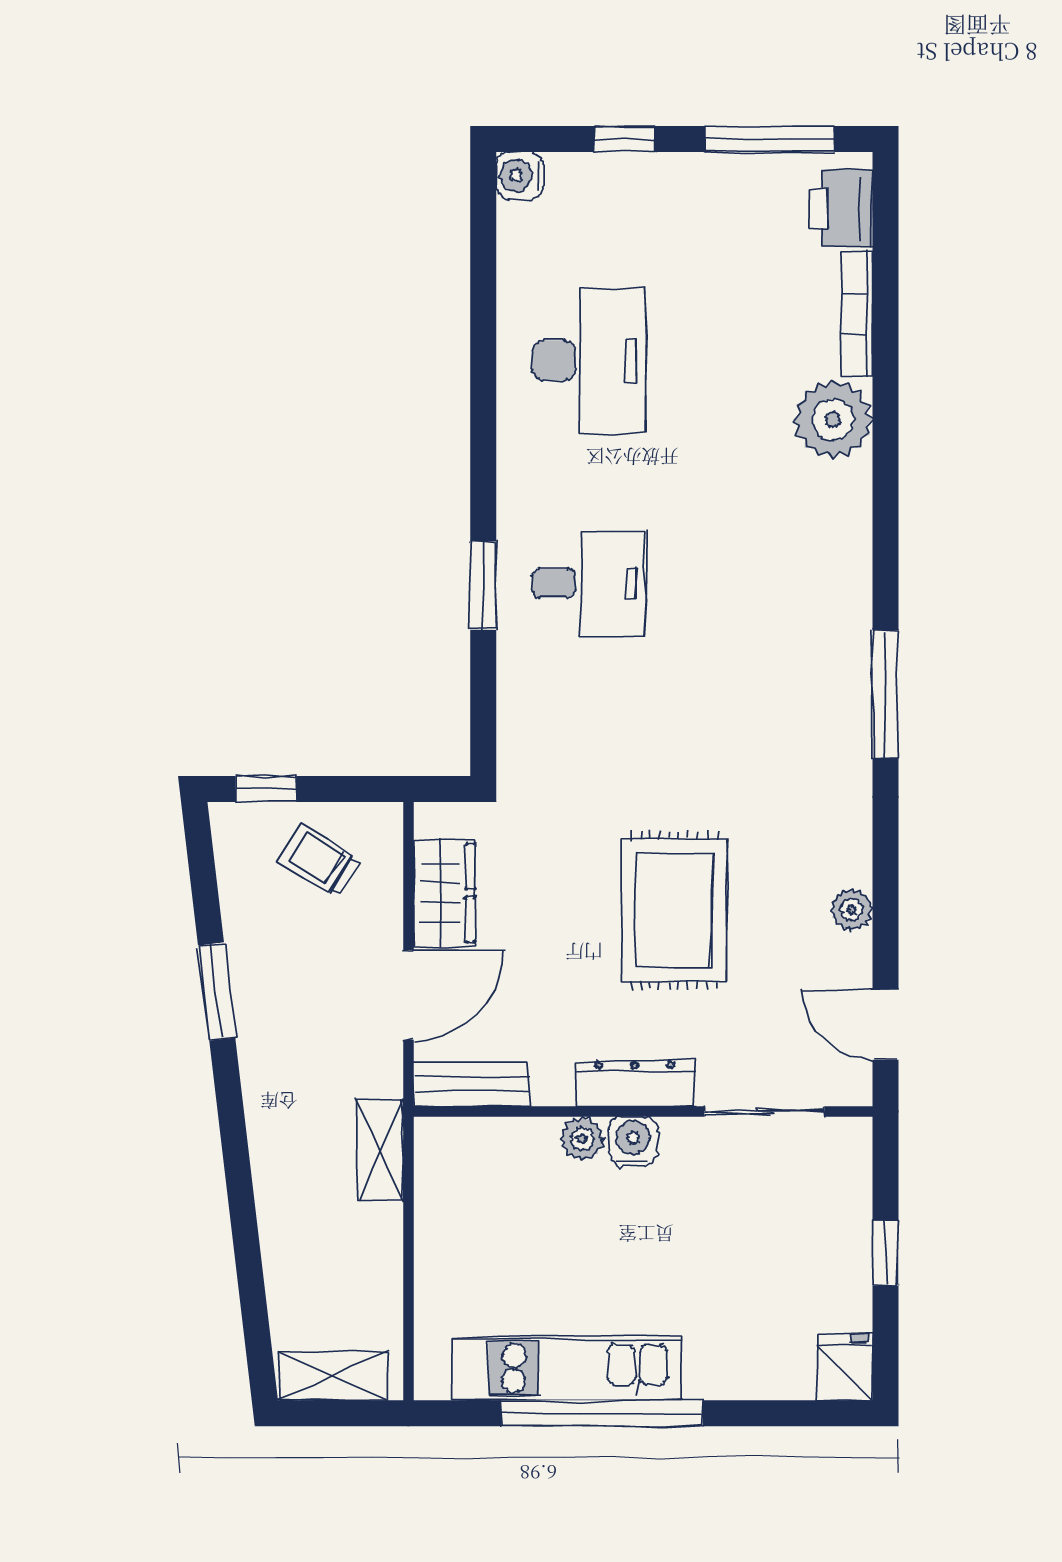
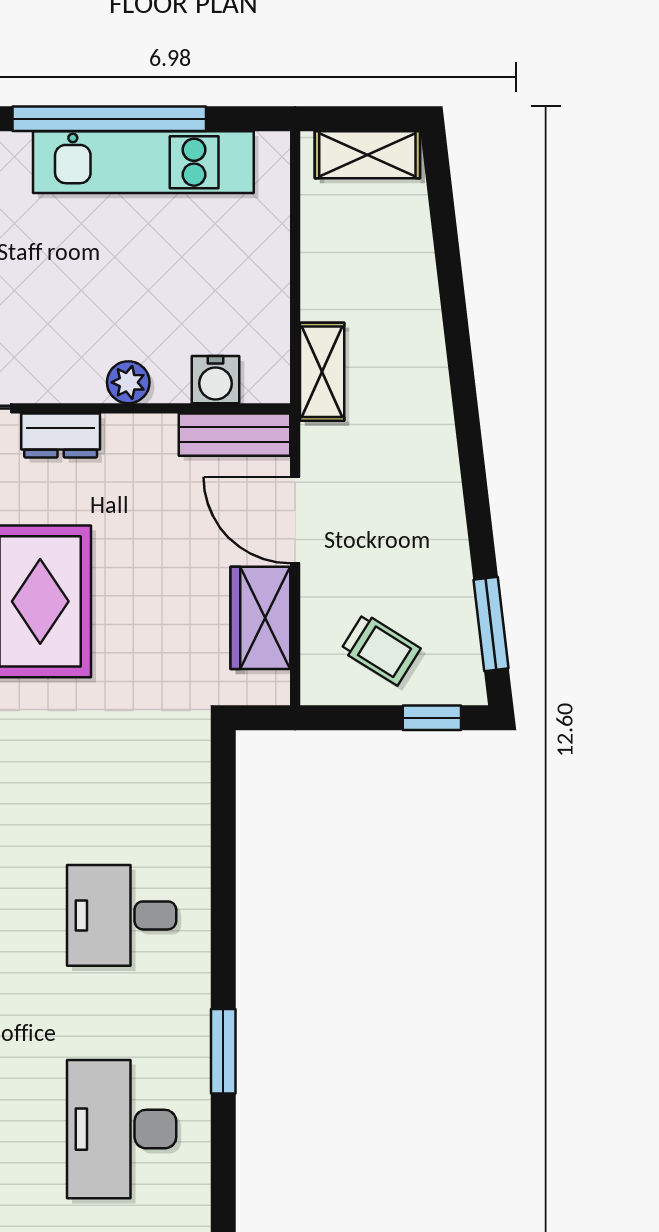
window: (483, 586) -> (223, 1051), moved
window: (217, 992) -> (491, 624), moved
door: (408, 995) -> (295, 520), hinge flipped
dresser: (635, 1083) -> (61, 435), width x0.70
water cooler: (633, 1141) -> (215, 380), moved

